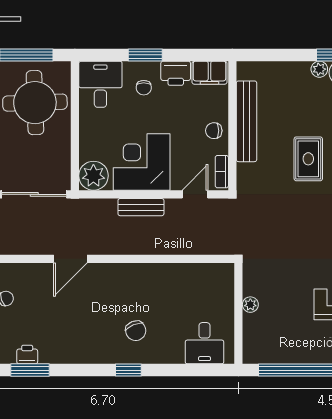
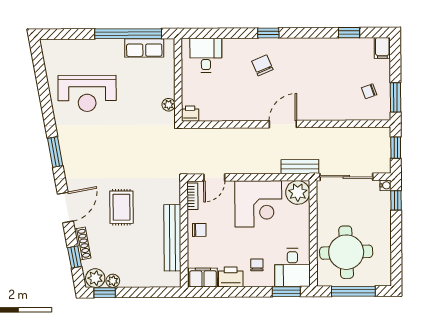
window: (145, 55) -> (286, 292), moved
bench: (141, 207) -> (300, 167), moved
door: (70, 259) -> (283, 124), moved
plant: (250, 305) -> (169, 105), moved
row of seats: (280, 353) -> (144, 48), added
printer: (27, 355) -> (190, 114), moved, turned 180
window: (30, 370) -> (349, 33), width x0.67

